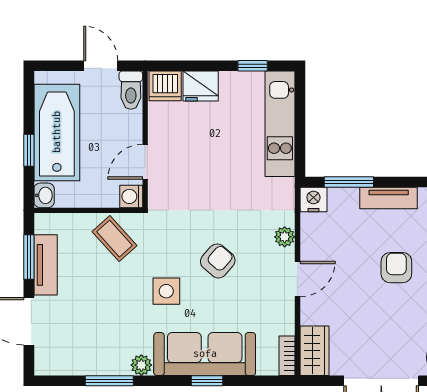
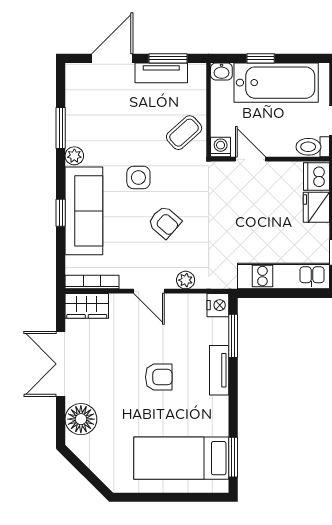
bookcase: (287, 356) -> (92, 282), width x1.56

